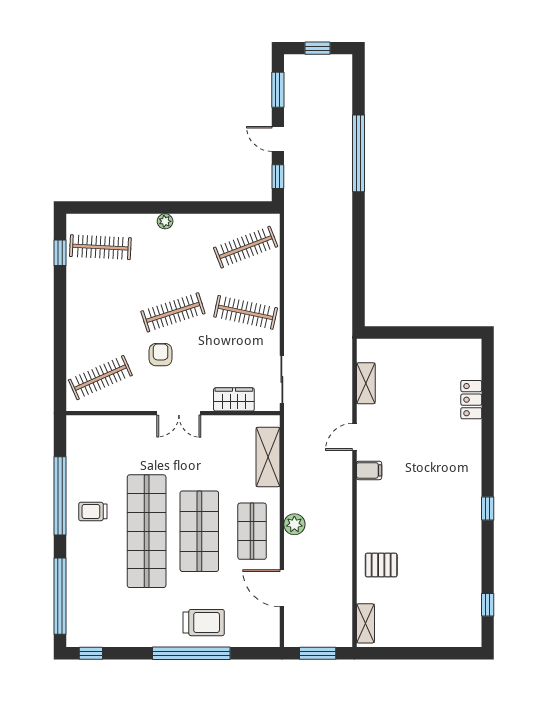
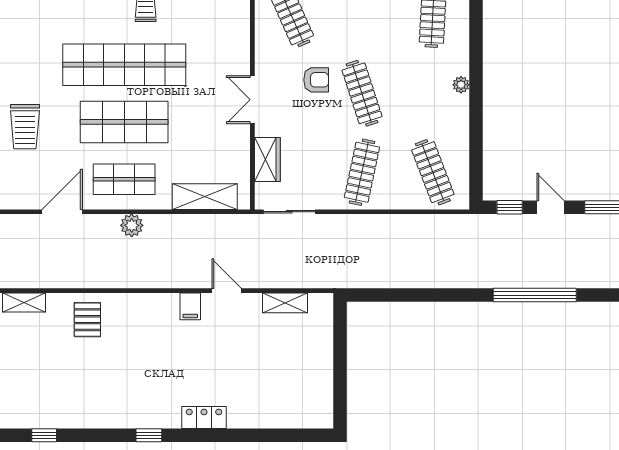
door: (278, 139) -> (550, 207), hinge flipped
locker: (471, 400) -> (204, 418), moved

